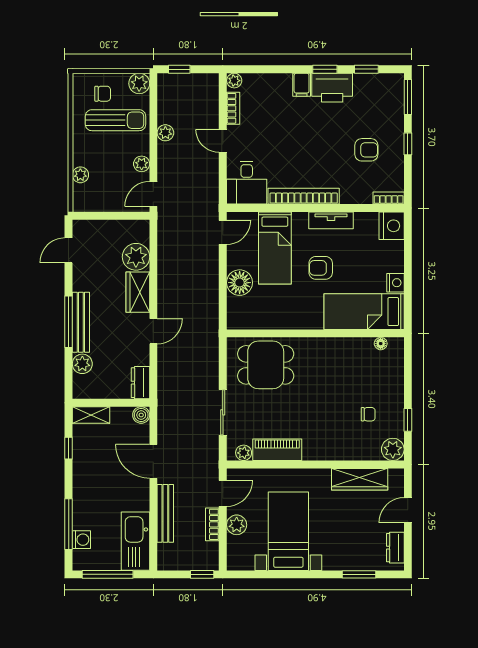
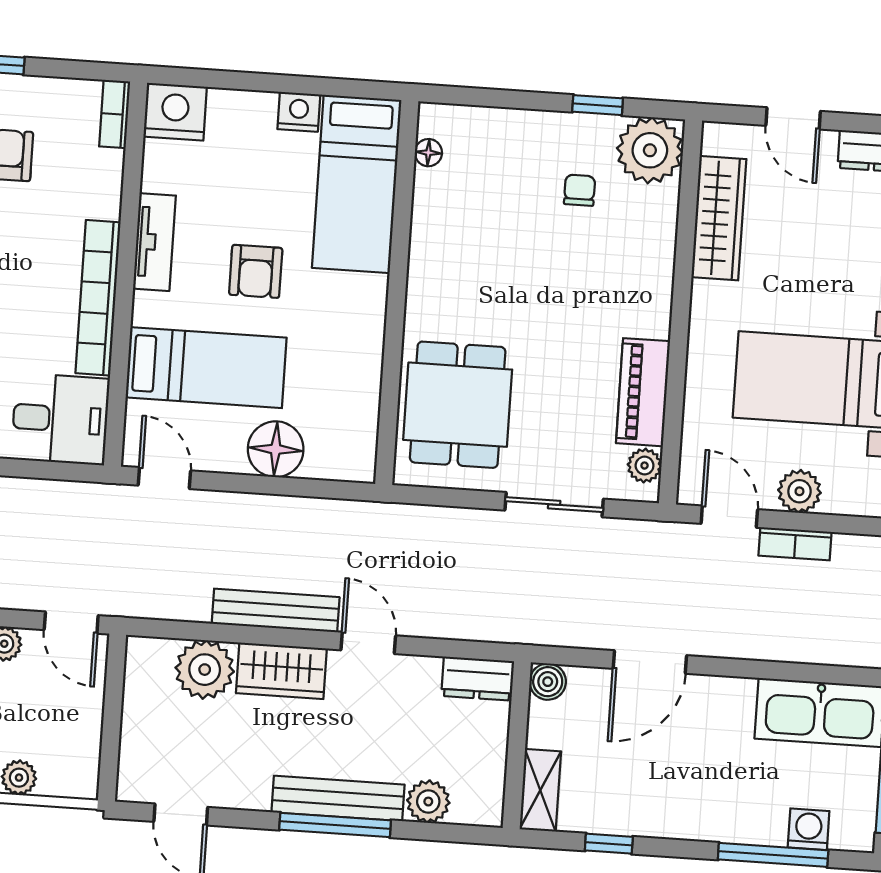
plant: (393, 449) -> (650, 150), width x1.36, depth x1.36
bench: (165, 513) -> (276, 610), moved

